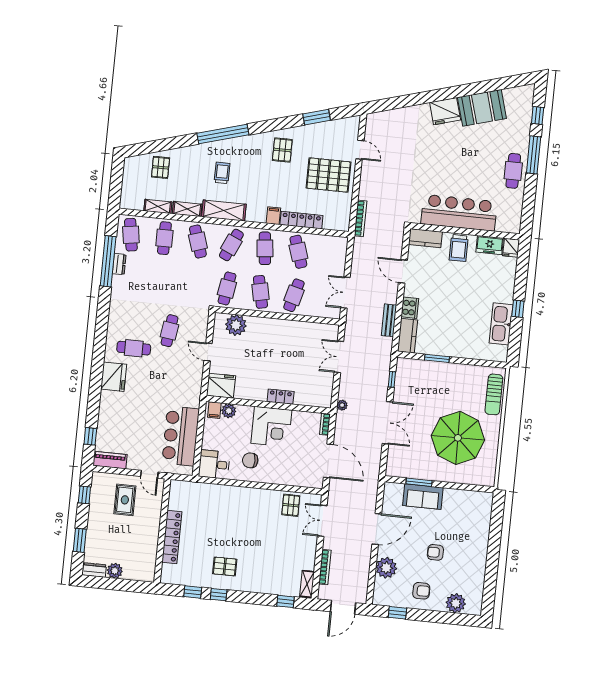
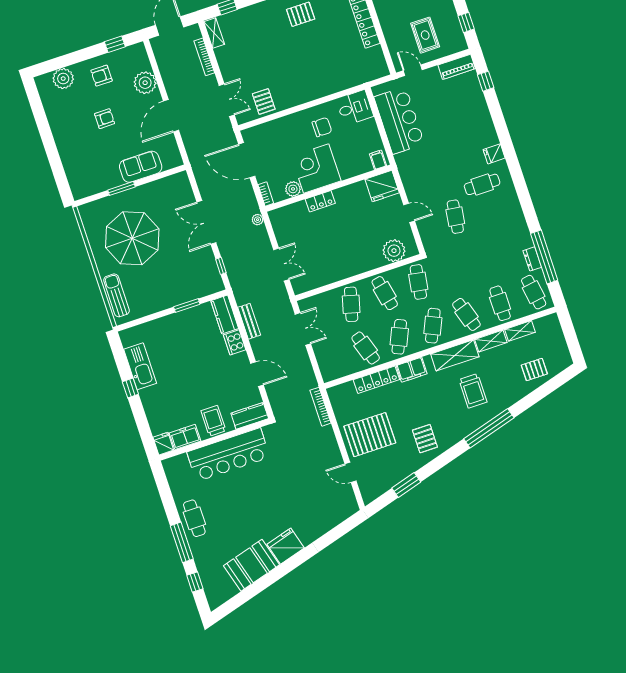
pallet: (161, 167) -> (534, 370), turned 90
trolley: (222, 173) -> (473, 391), width x1.36, depth x1.39
filing cabinet: (273, 216) -> (412, 370), width x2.00
cafe table: (265, 248) -> (399, 337), turned 30
fridge: (114, 377) -> (494, 154), width x0.53, depth x0.75
plant: (229, 411) -> (293, 189), moved
window: (419, 482) -> (122, 188), moved

